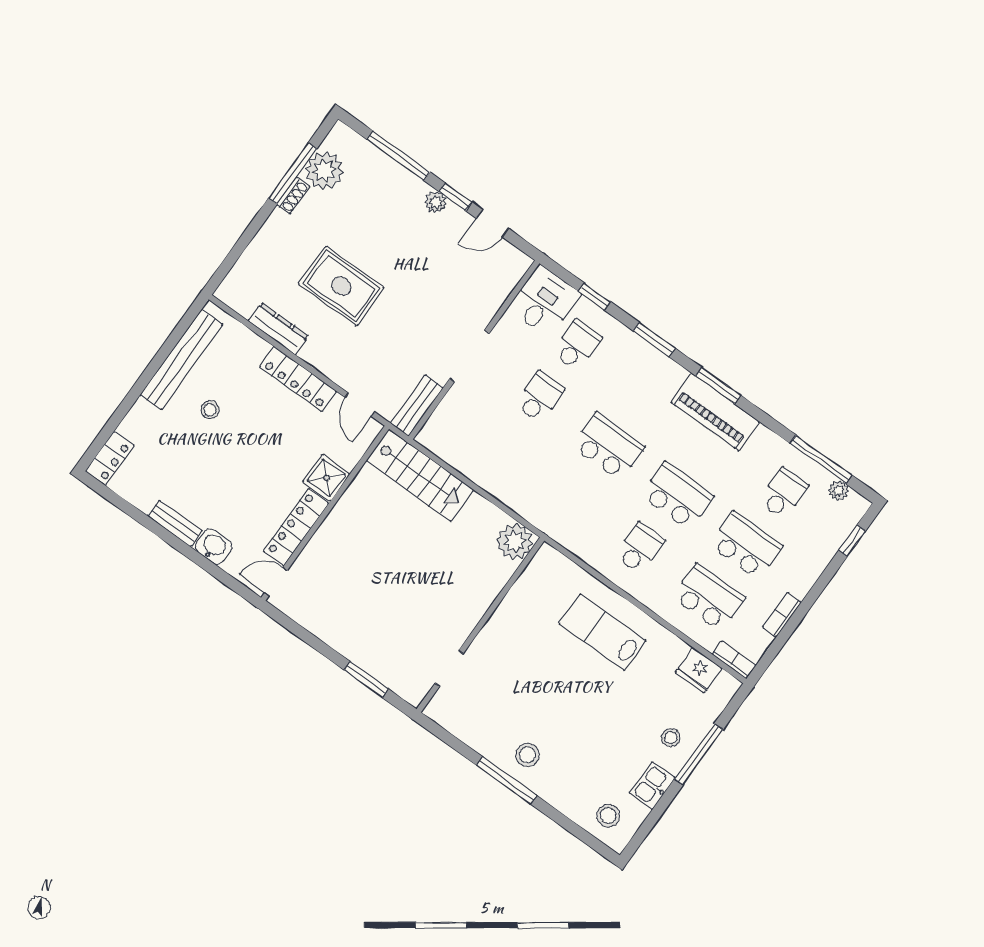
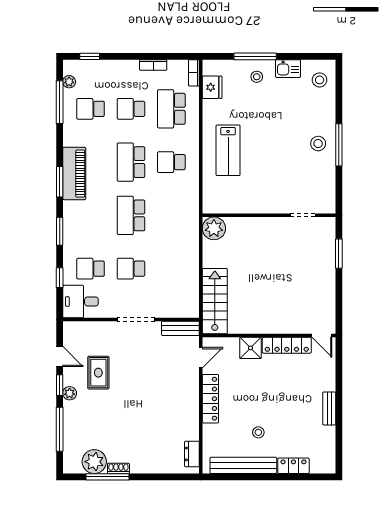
rug: (341, 286) -> (98, 373), moved, width x0.73, depth x0.70
dresser: (278, 329) -> (192, 454), moved, width x0.70
locker: (110, 458) -> (293, 466), moved
school desk: (746, 545) -> (131, 109), width x0.54
washbasin: (214, 547) -> (327, 380), removed

